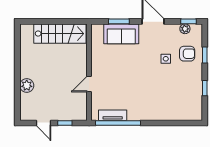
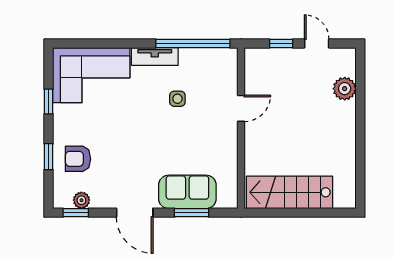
side table: (166, 59) -> (177, 99), moved
plant: (27, 85) -> (345, 89), moved
corner sofa: (179, 104) -> (91, 75), added
tv unit: (113, 115) -> (155, 56), moved

